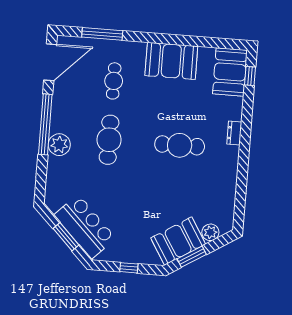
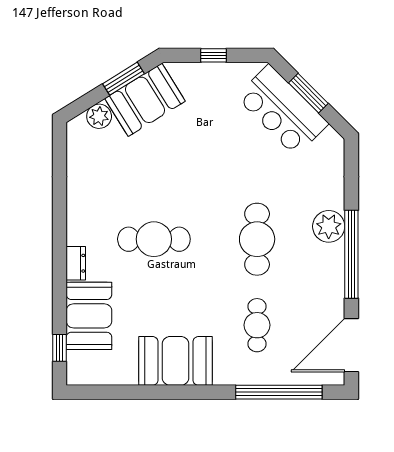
window: (102, 34) -> (279, 392), width x1.46
booth: (230, 72) -> (89, 316), moved

